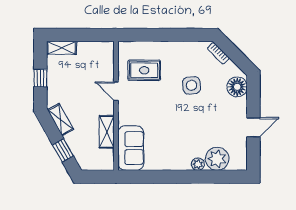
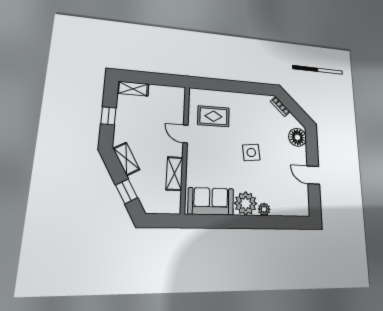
side table: (192, 85) -> (251, 152), moved
door: (253, 127) -> (313, 175), swing flipped
sofa: (131, 148) -> (211, 201), moved, turned -90
plant: (217, 159) -> (246, 203), moved

